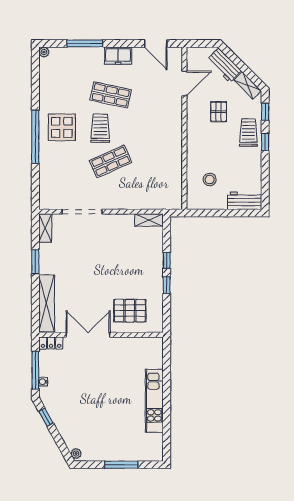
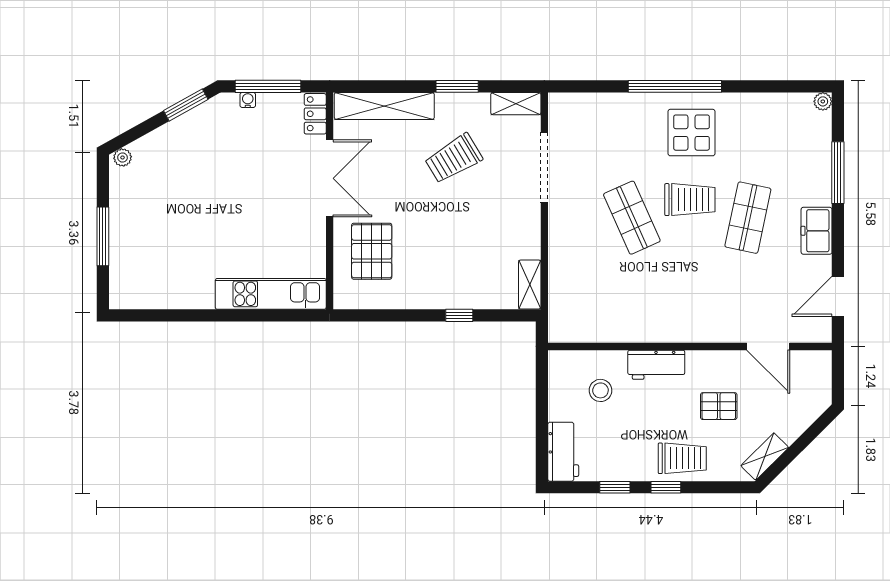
workbench: (224, 65) -> (656, 365), moved, turned -135
window: (265, 112) -> (615, 487), moved
trolley: (77, 264) -> (454, 158), added
window: (167, 285) -> (416, 315), removed
kitchen unit: (154, 401) -> (271, 294), moved
window: (46, 417) -> (186, 105), width x1.50

